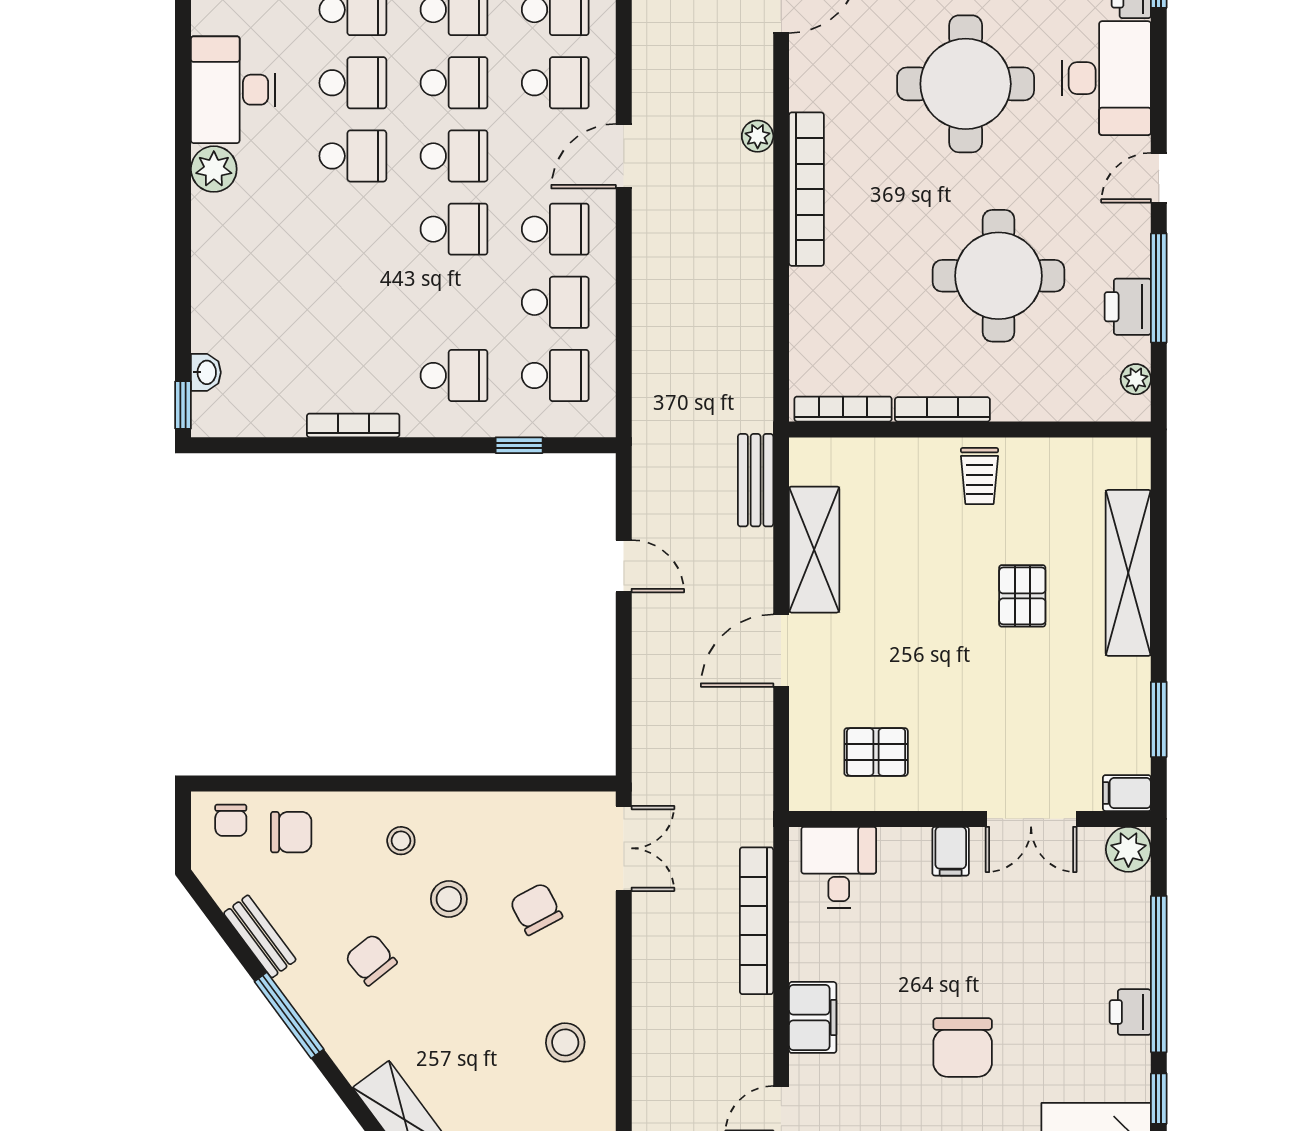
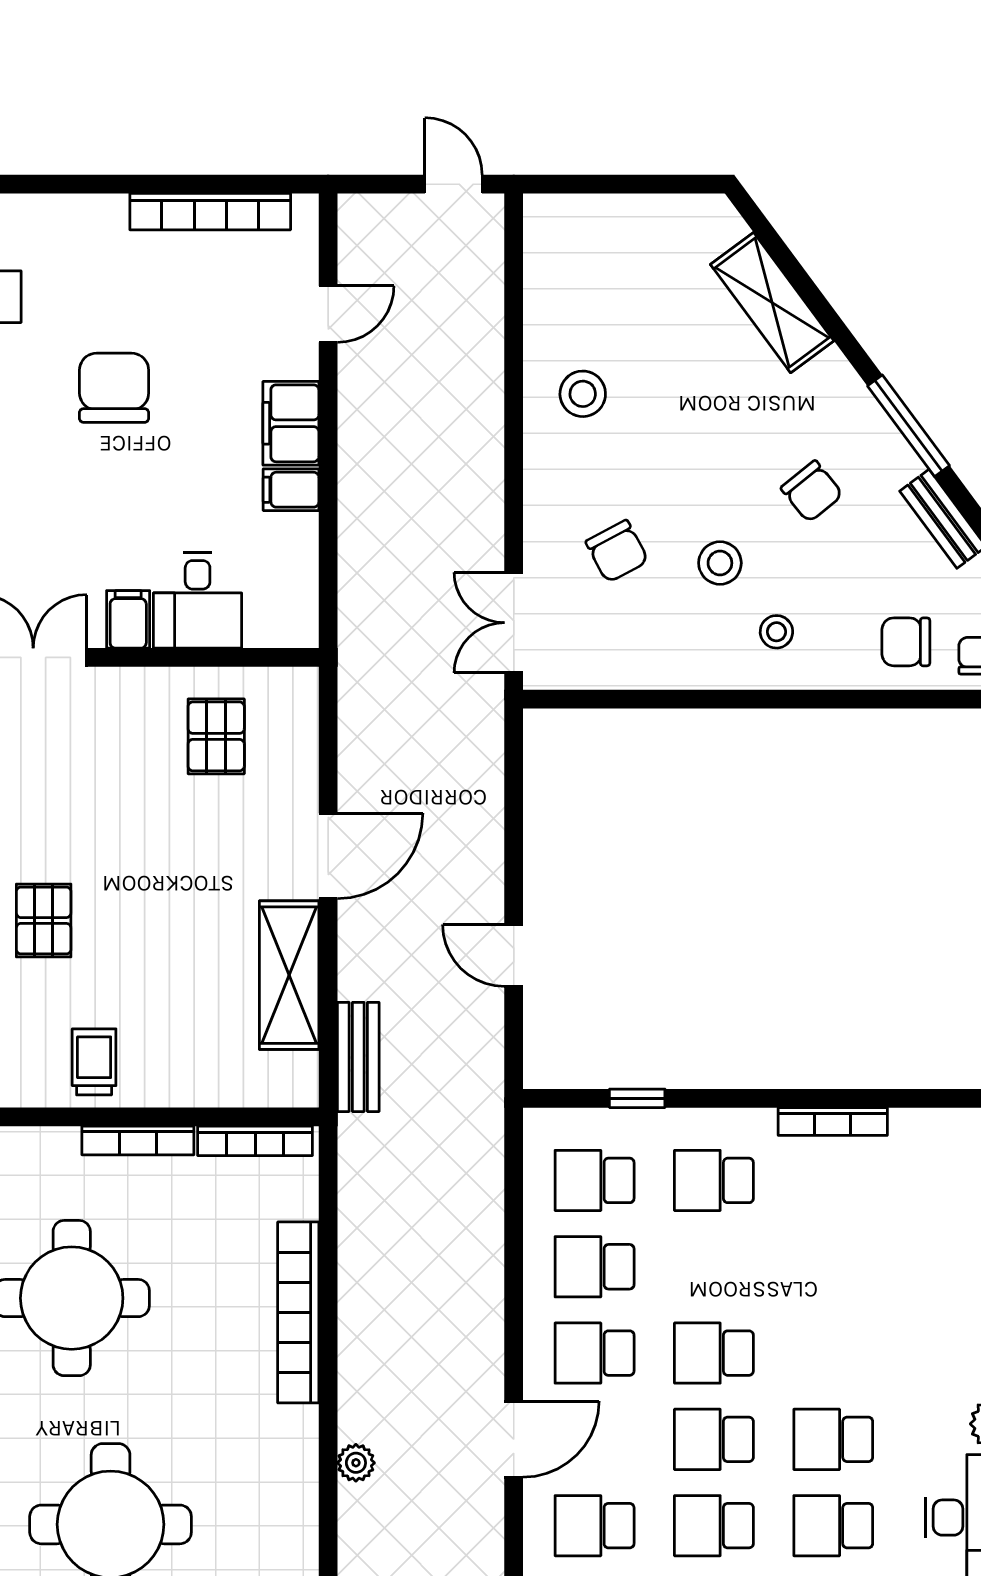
bookcase: (806, 189) -> (298, 1312), moved
pallet: (876, 752) -> (216, 736), turned 90
desk: (839, 867) -> (198, 601), moved
bookcase: (757, 921) -> (357, 537), removed
filing cabinet: (813, 961) -> (291, 490), added

